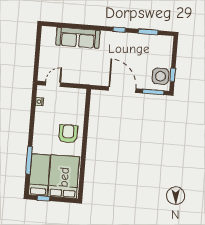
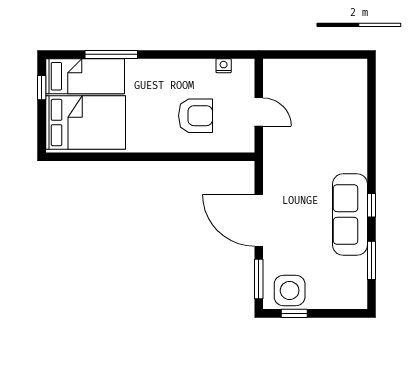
sofa: (78, 38) -> (350, 215), moved
door: (53, 84) -> (259, 112), moved
door: (122, 90) -> (259, 220), swing flipped
armchair: (68, 134) -> (195, 116), moved

